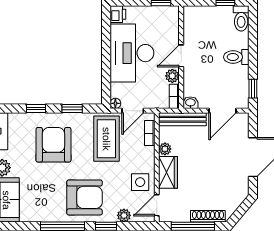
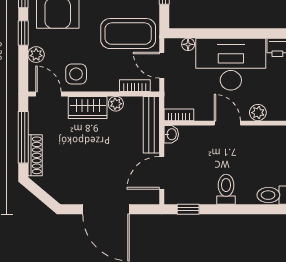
plant: (172, 76) -> (258, 113), moved
floor lamp: (115, 103) -> (188, 44), moved
door: (223, 111) -> (162, 173), hinge flipped

